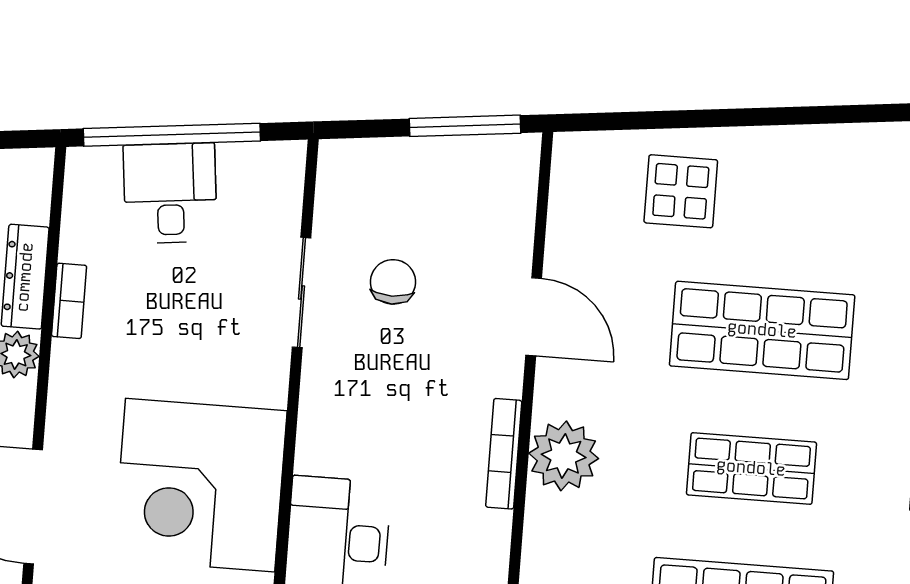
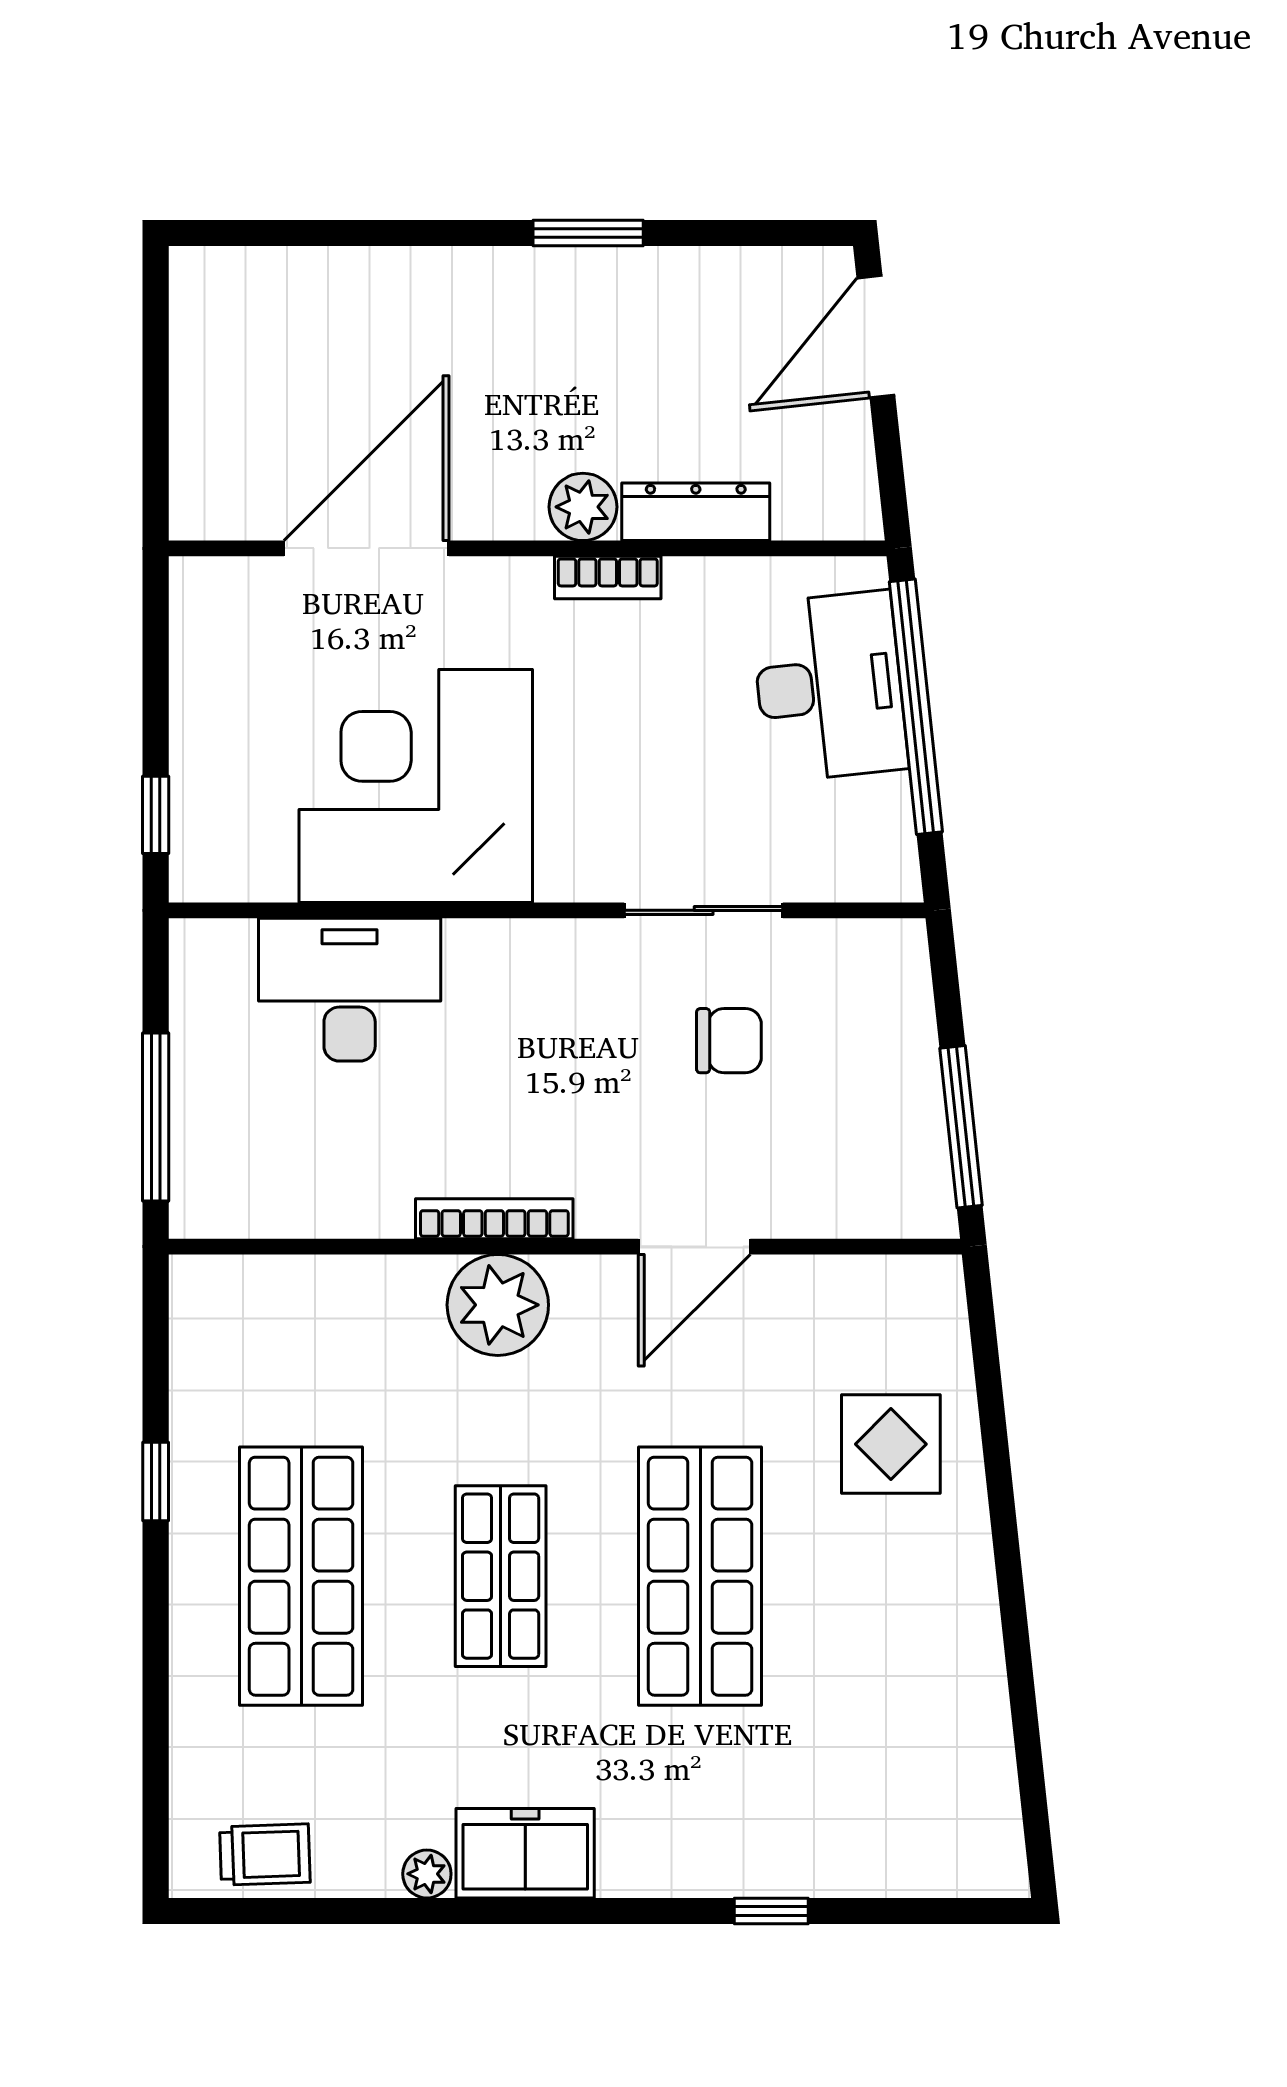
desk: (170, 193) -> (829, 686), width x1.37
bookcase: (69, 301) -> (608, 578), moved

